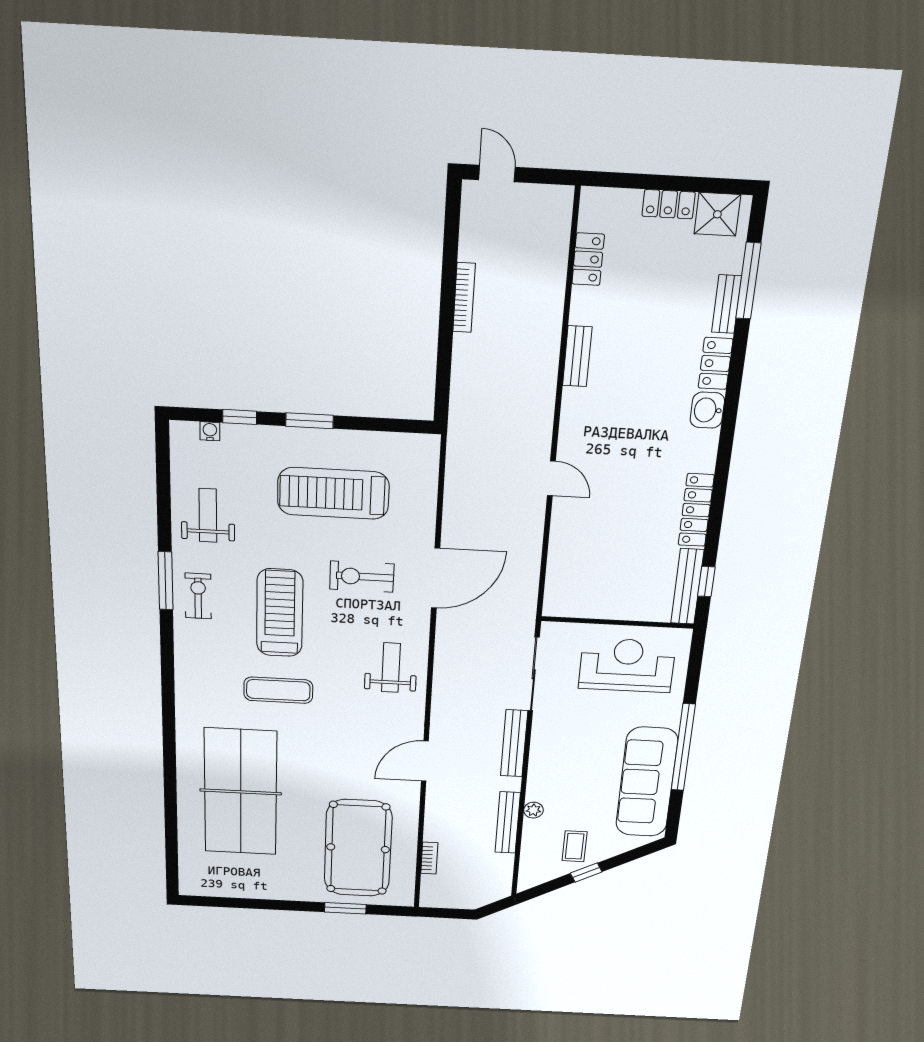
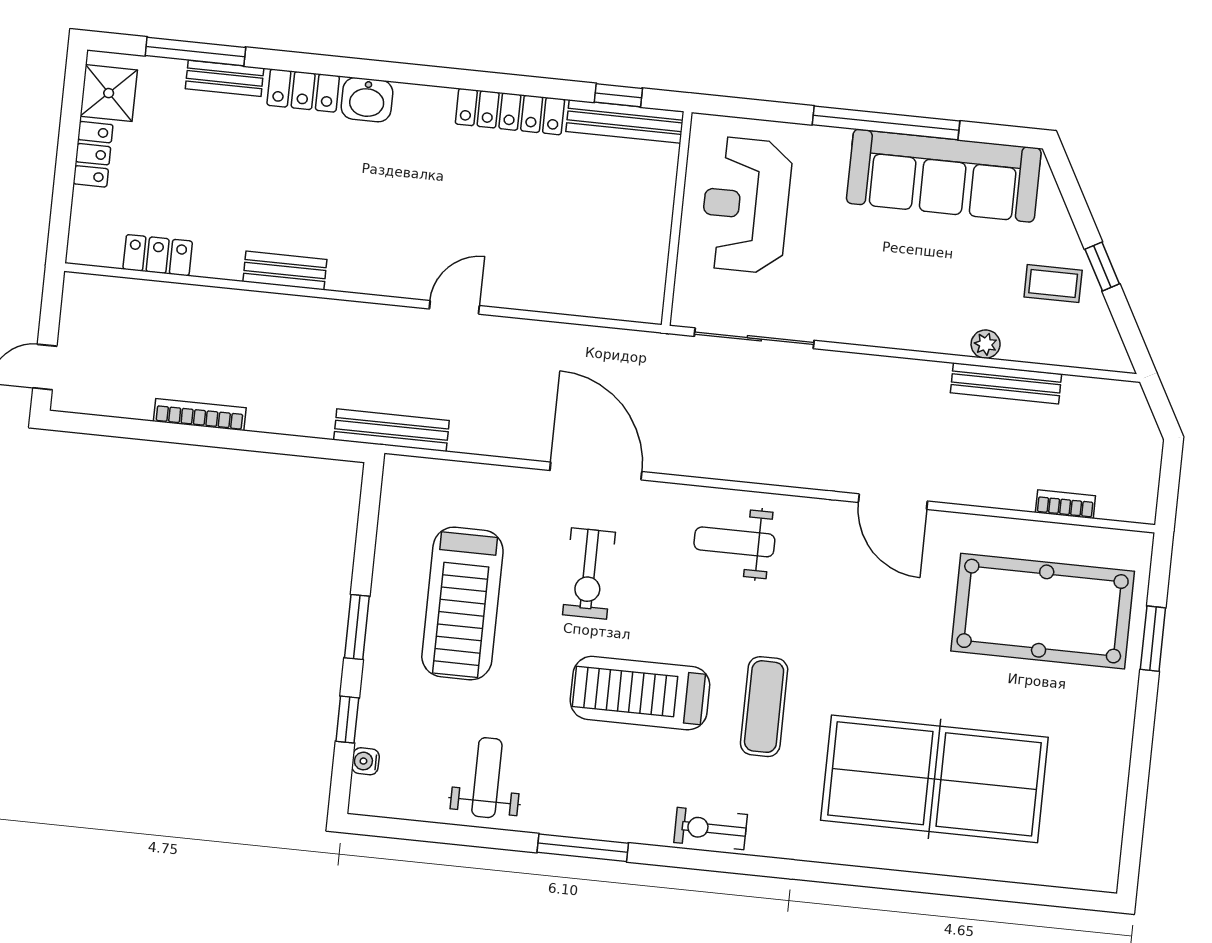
weight bench: (208, 515) -> (487, 778), turned 90
exercise bike: (198, 596) -> (711, 829), moved
bench: (514, 743) -> (391, 430), moved

